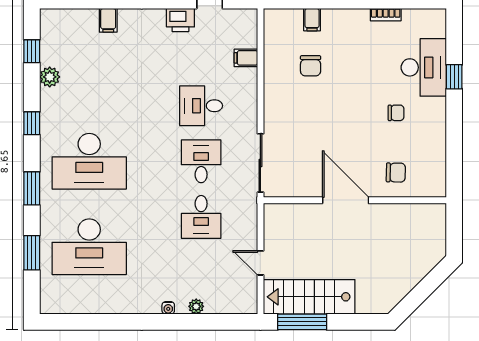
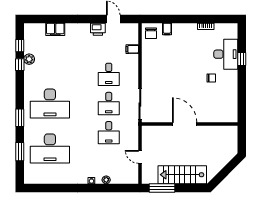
filing cabinet: (108, 20) -> (55, 29), width x2.00
chair: (311, 66) -> (151, 33), moved
desk: (201, 106) -> (109, 74), turned -90
window: (32, 123) -> (20, 65), moved
desk: (201, 161) -> (109, 104), turned 180
chair: (396, 173) -> (211, 109), removed
stairs: (309, 297) -> (182, 175), moved

